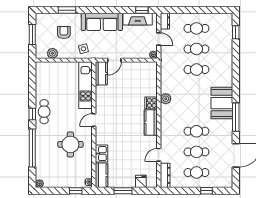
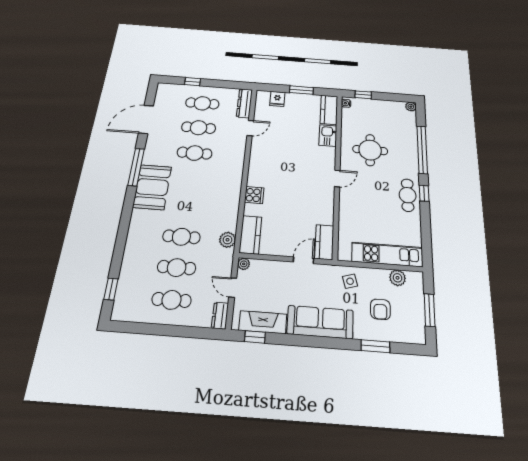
kitchen unit: (86, 85) -> (387, 254), moved, turned -90
plant: (166, 99) -> (227, 240), moved
kitchen counter: (151, 122) -> (250, 235), moved

